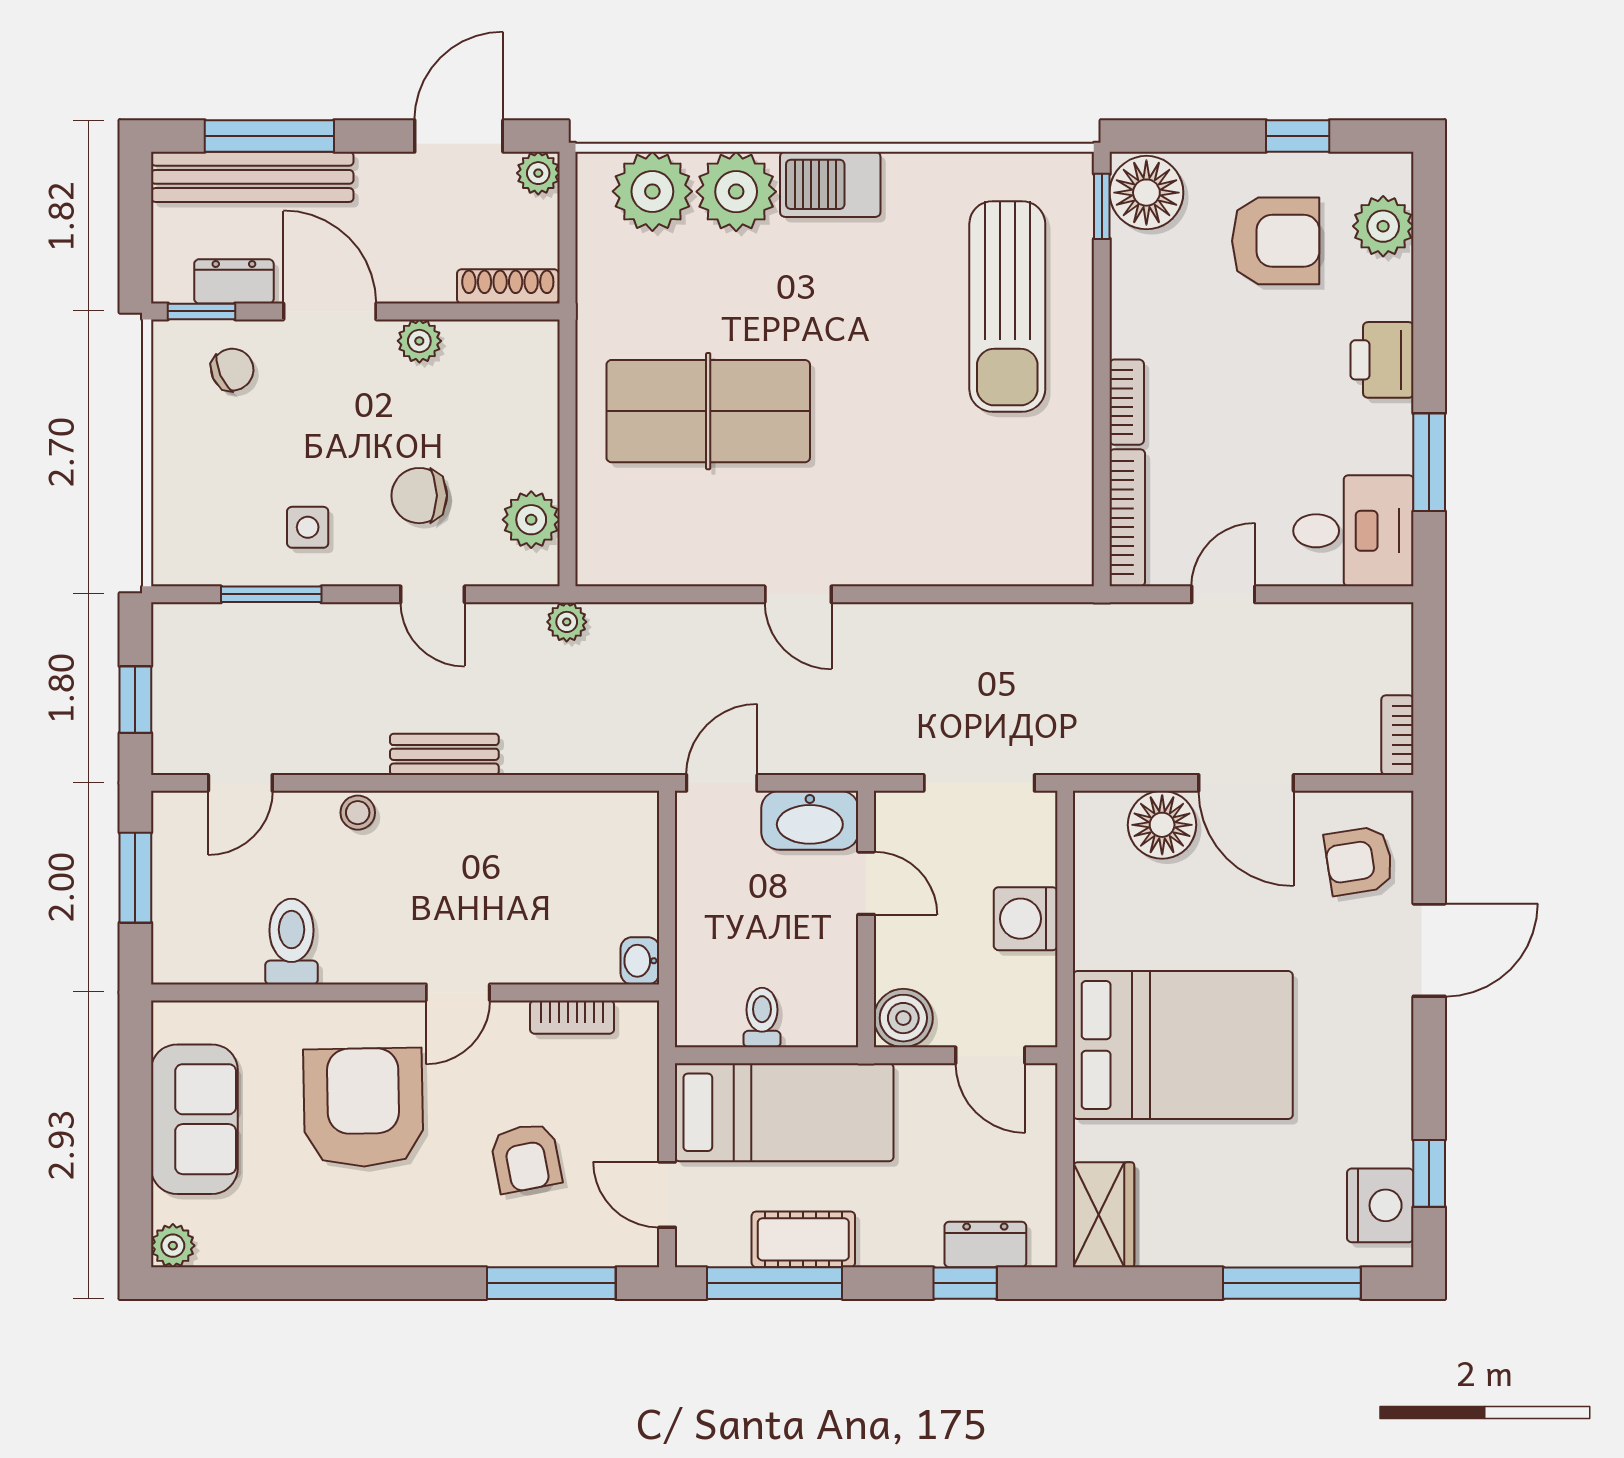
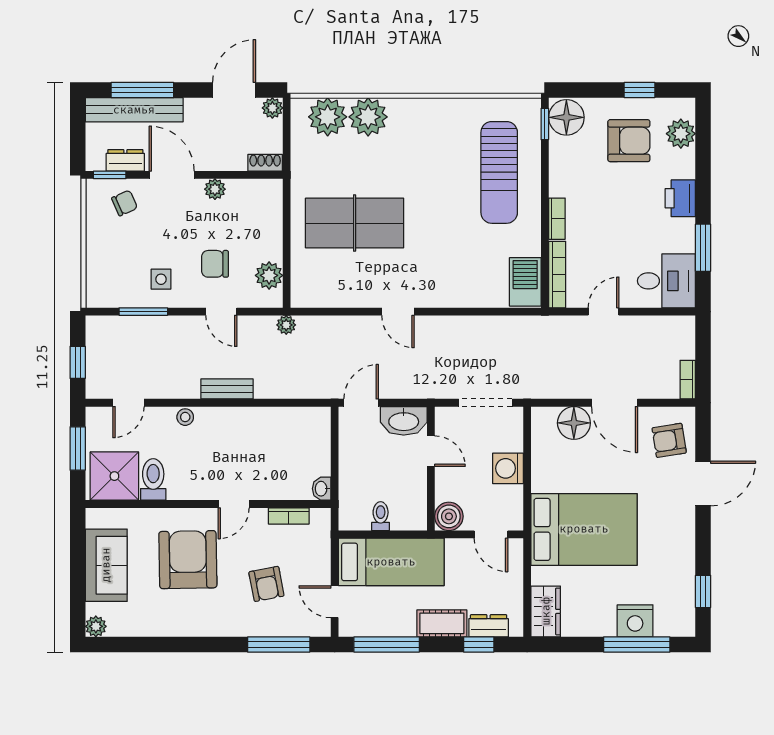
barbecue: (830, 184) -> (525, 282), moved, turned 90
shoe rack: (508, 286) -> (265, 163), width x0.70
shower: (211, 935) -> (114, 476), added
nightstand: (1380, 1205) -> (635, 621), moved, turned 90
cot: (803, 1239) -> (442, 623), moved

